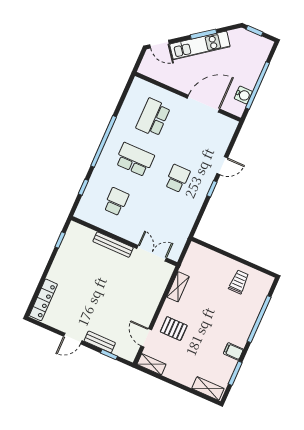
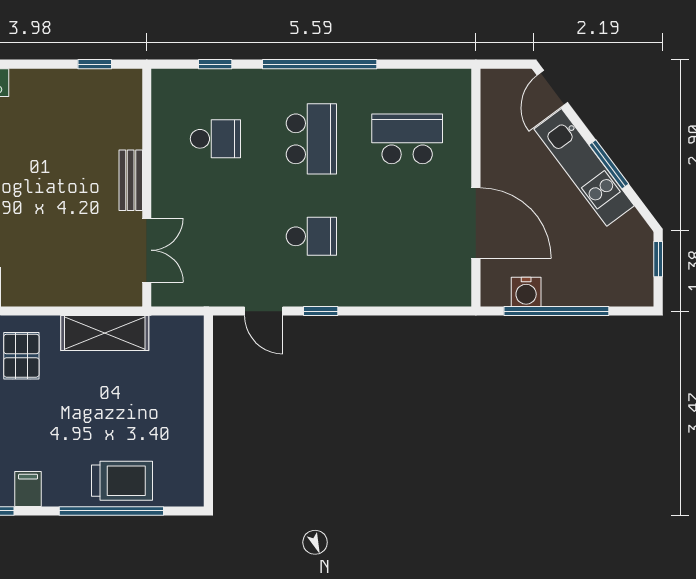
door: (222, 166) -> (264, 311), moved
bench: (113, 245) -> (131, 180), width x0.73
trolley: (239, 282) -> (122, 481), moved, width x1.36, depth x1.39
shelving: (178, 287) -> (105, 333), width x1.50, depth x1.33

